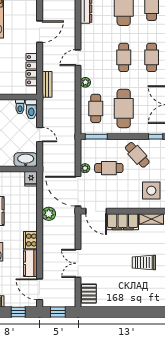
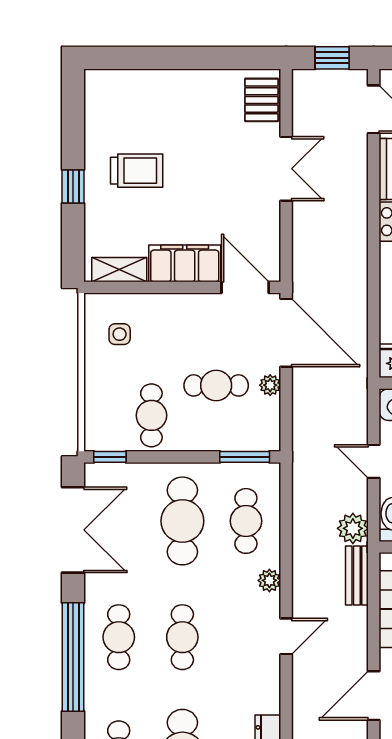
cafe table: (137, 155) -> (151, 415), turned 42
side table: (151, 191) -> (120, 334), width x0.54, depth x0.54
plant: (49, 214) -> (353, 528), moved

